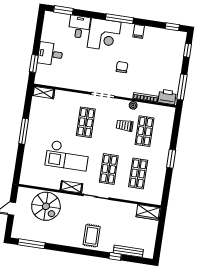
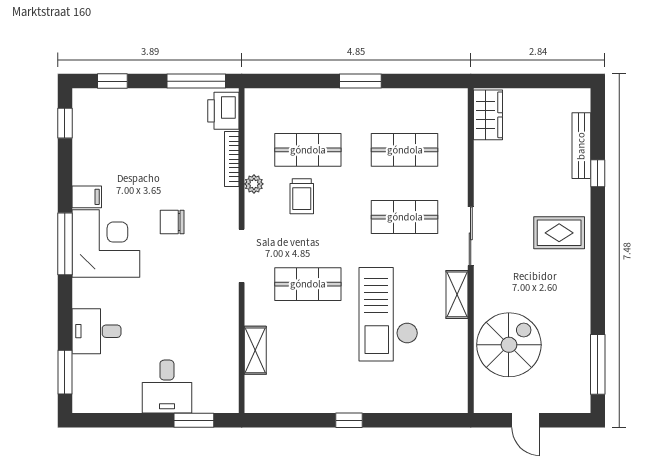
corner desk: (104, 35) -> (106, 244), moved
shelving: (43, 92) -> (255, 350), moved
window: (24, 131) -> (349, 420), width x0.46
checkout: (67, 156) -> (388, 314), turned 180

